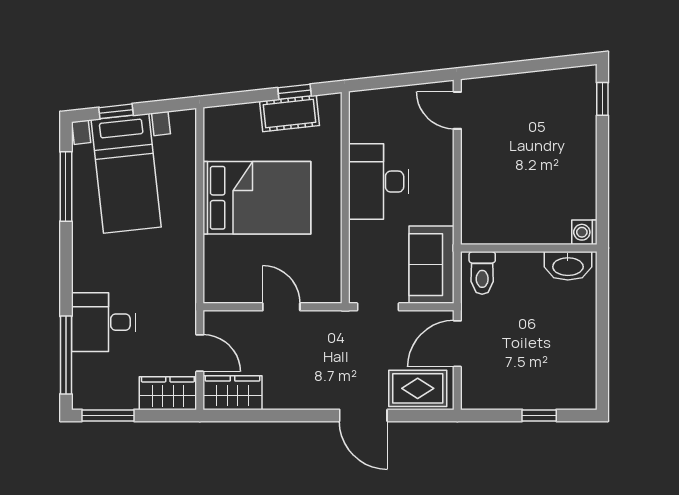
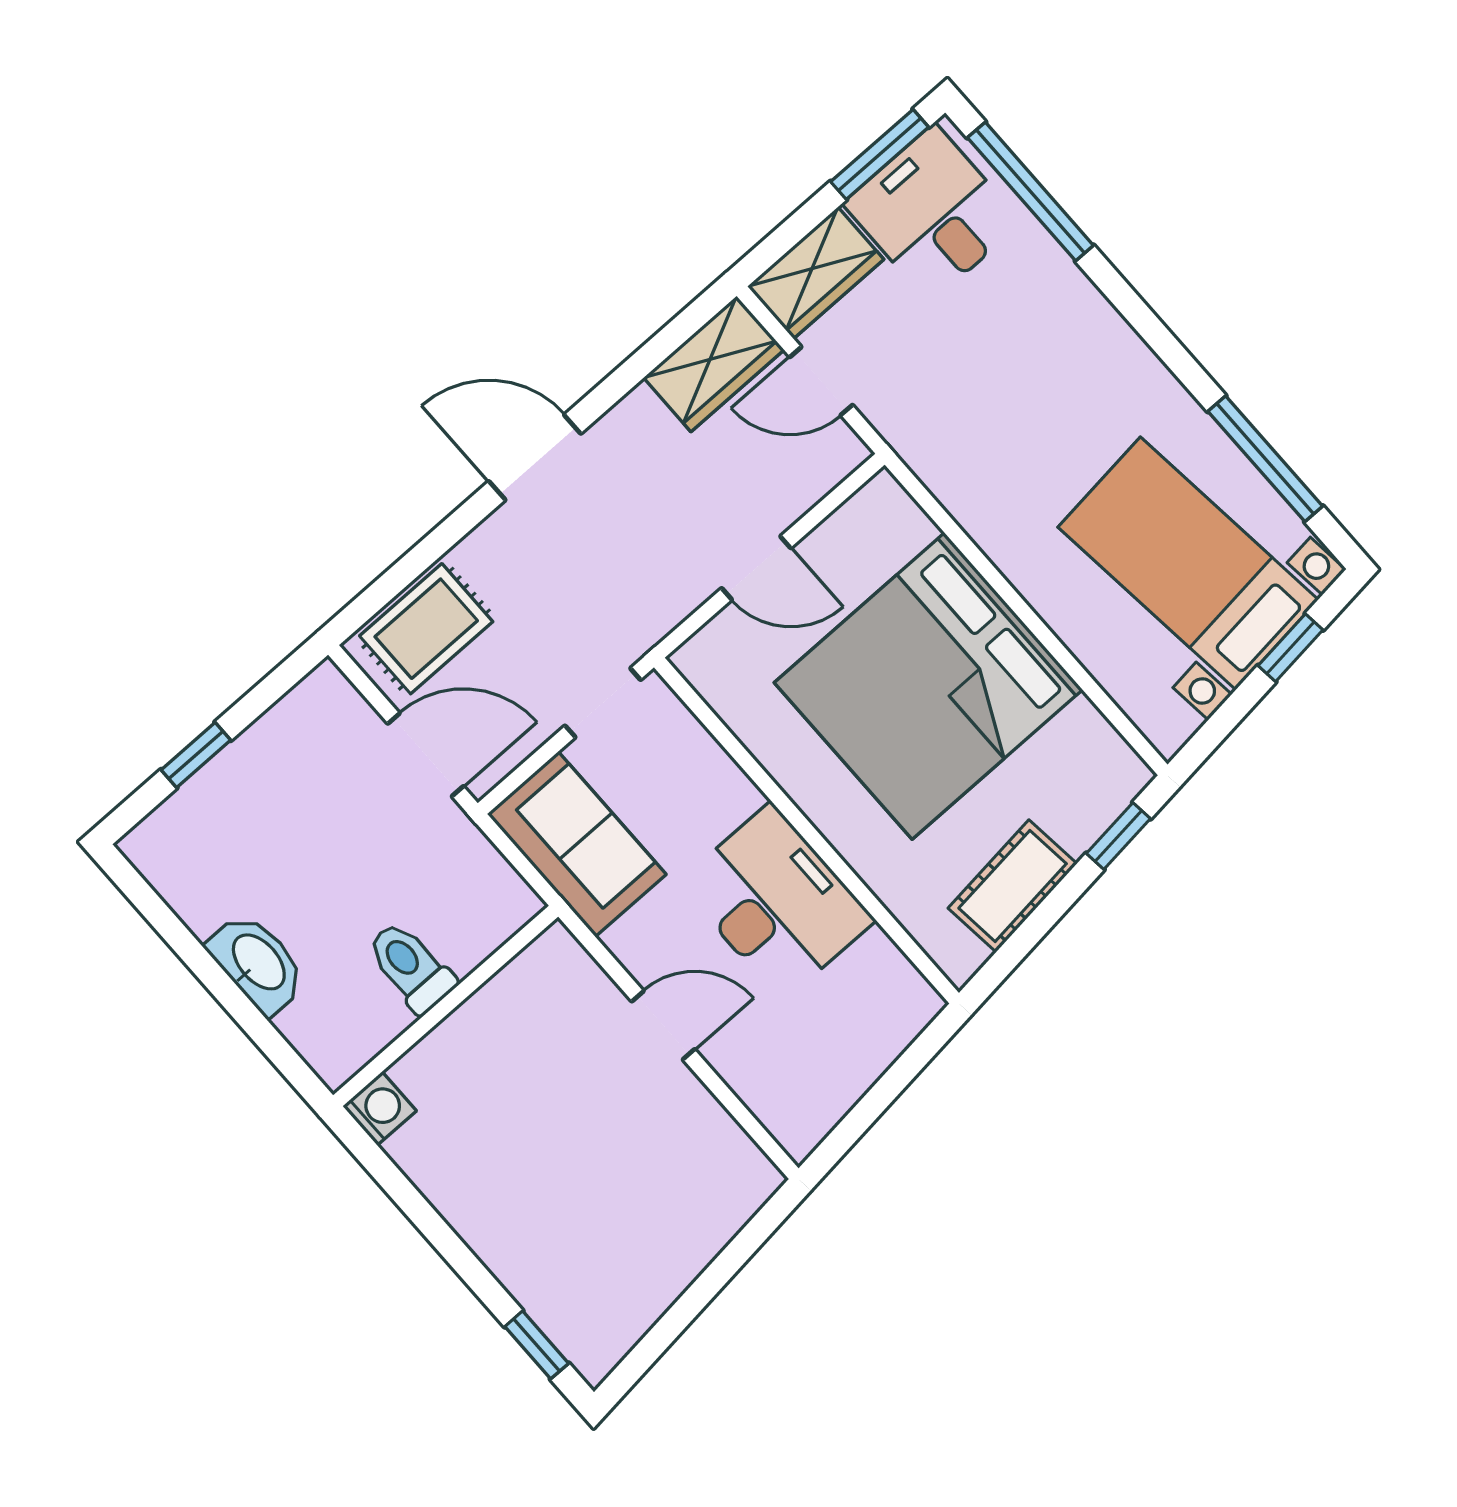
window: (295, 92) -> (1118, 836), moved
door: (457, 110) -> (663, 1025), moved
bed: (257, 198) -> (928, 686), width x1.36
washbasin: (568, 266) -> (257, 963), moved, turned 90
toilet: (482, 273) -> (411, 967), moved
desk: (103, 322) -> (932, 213), moved, turned -90
door: (457, 344) -> (426, 755), hinge flipped
door: (363, 415) -> (535, 457), moved

